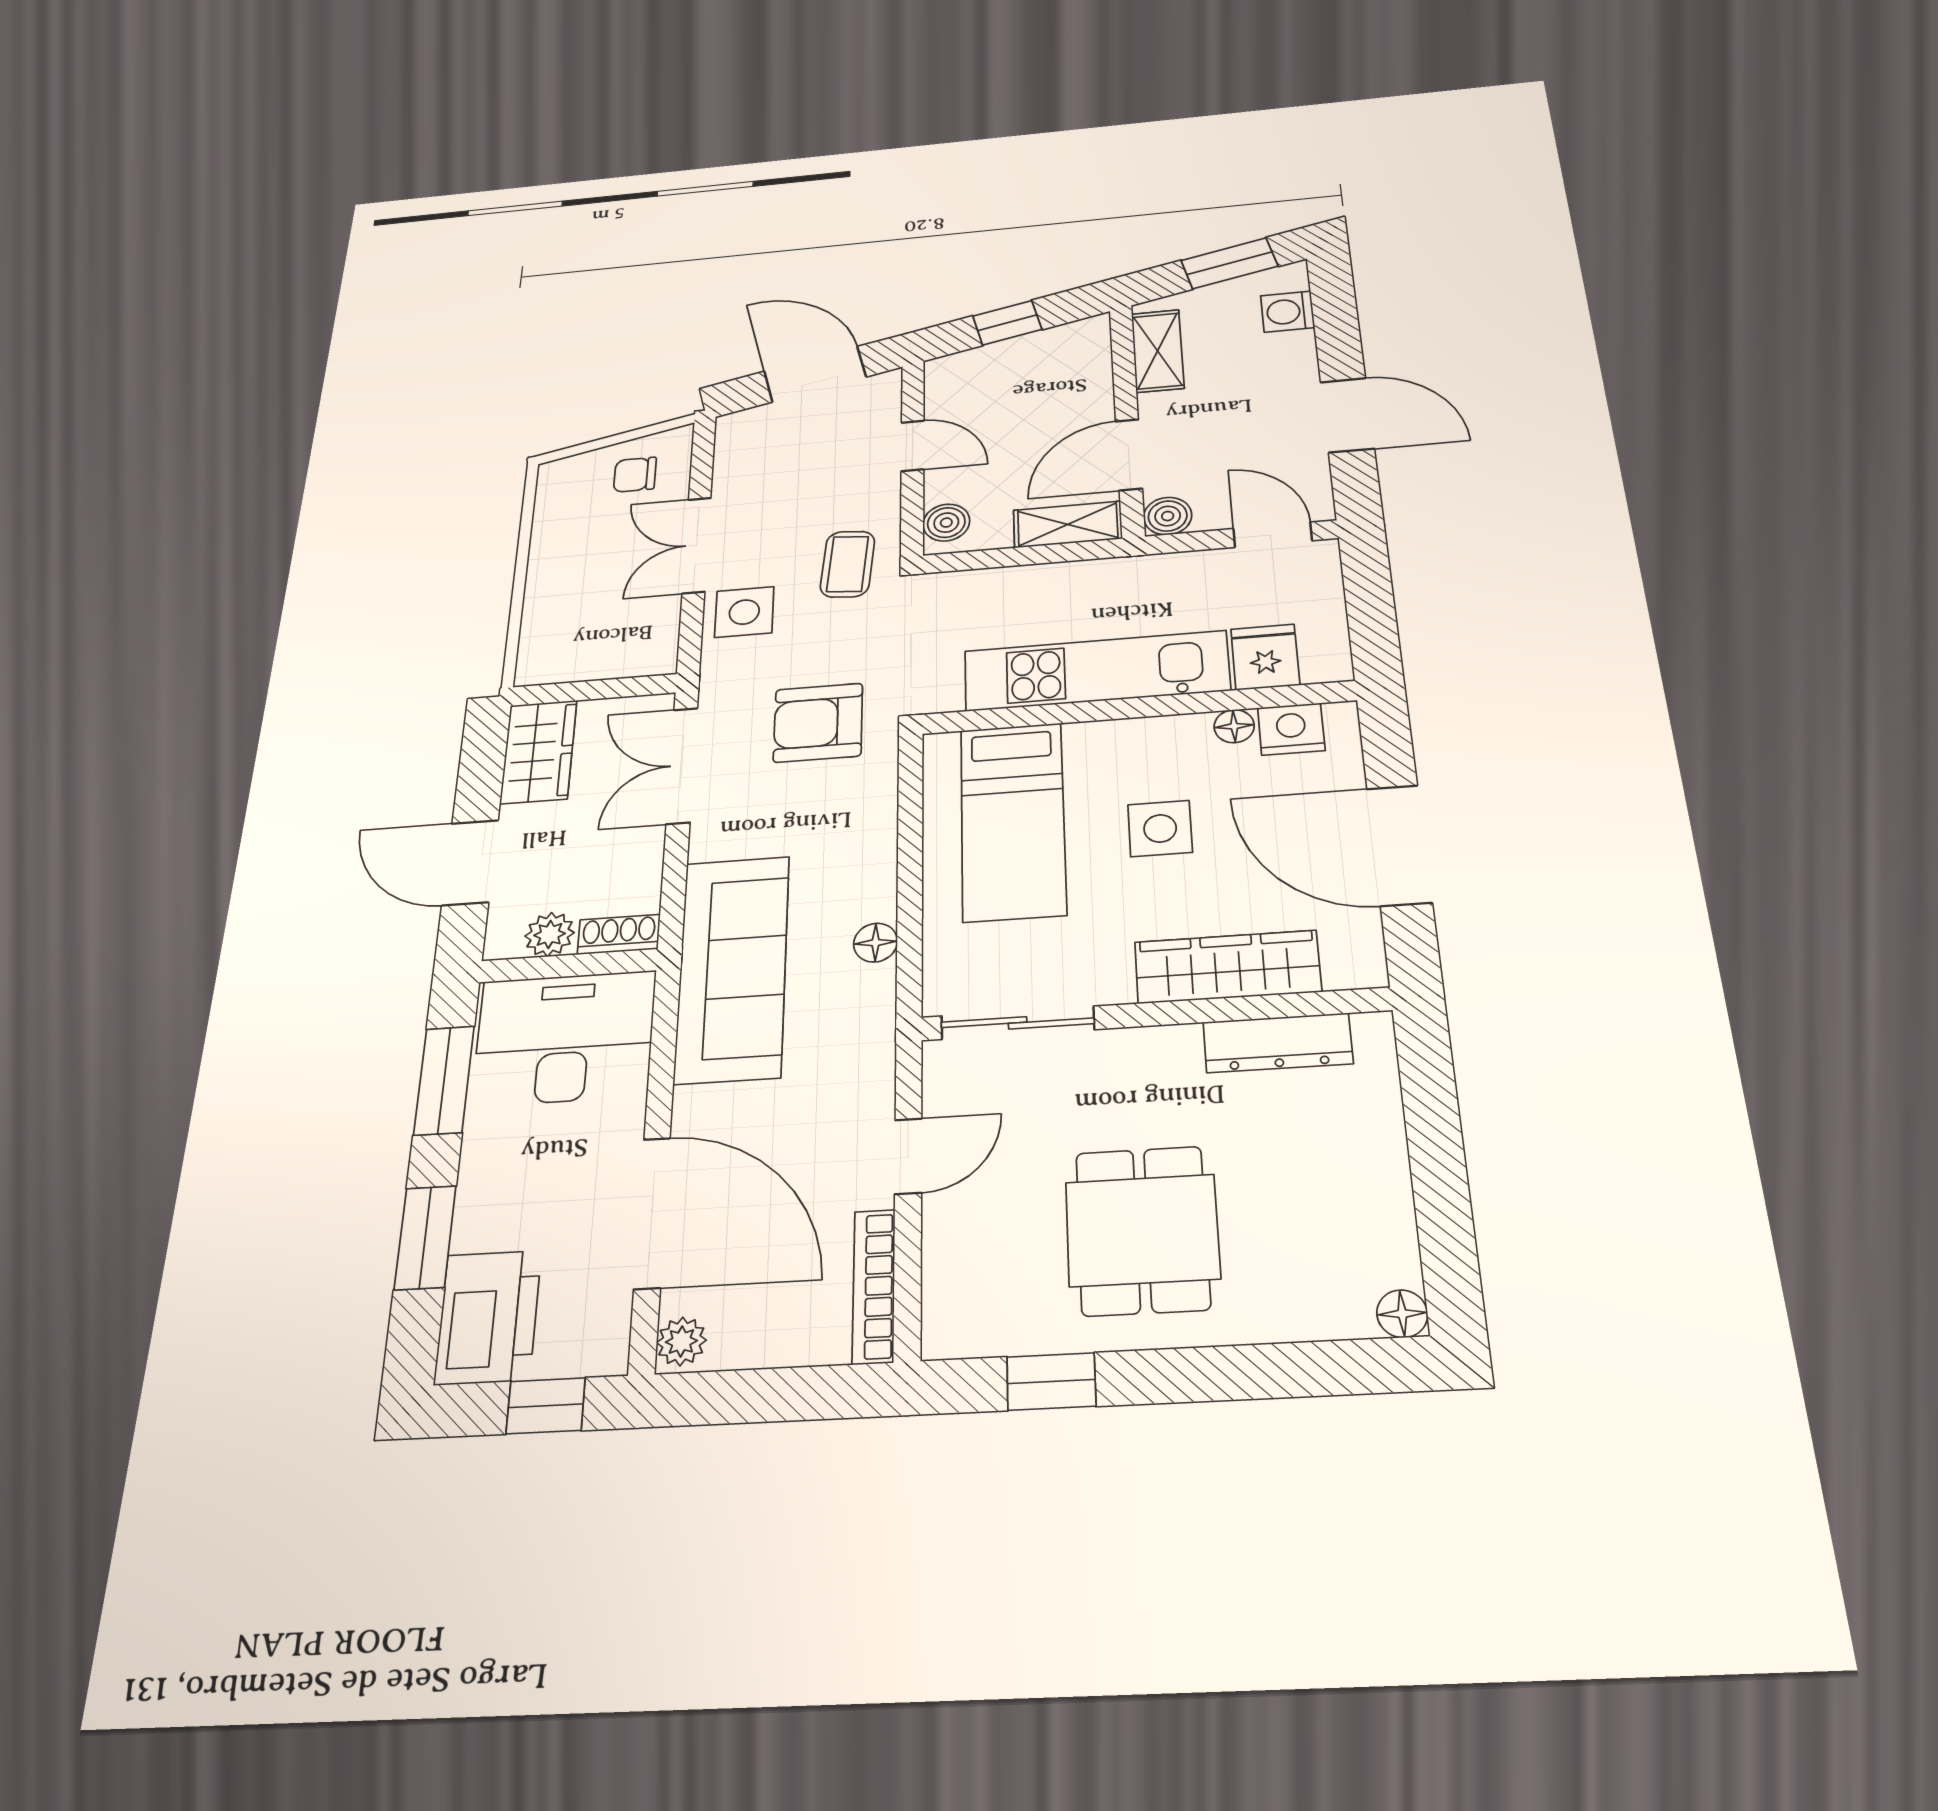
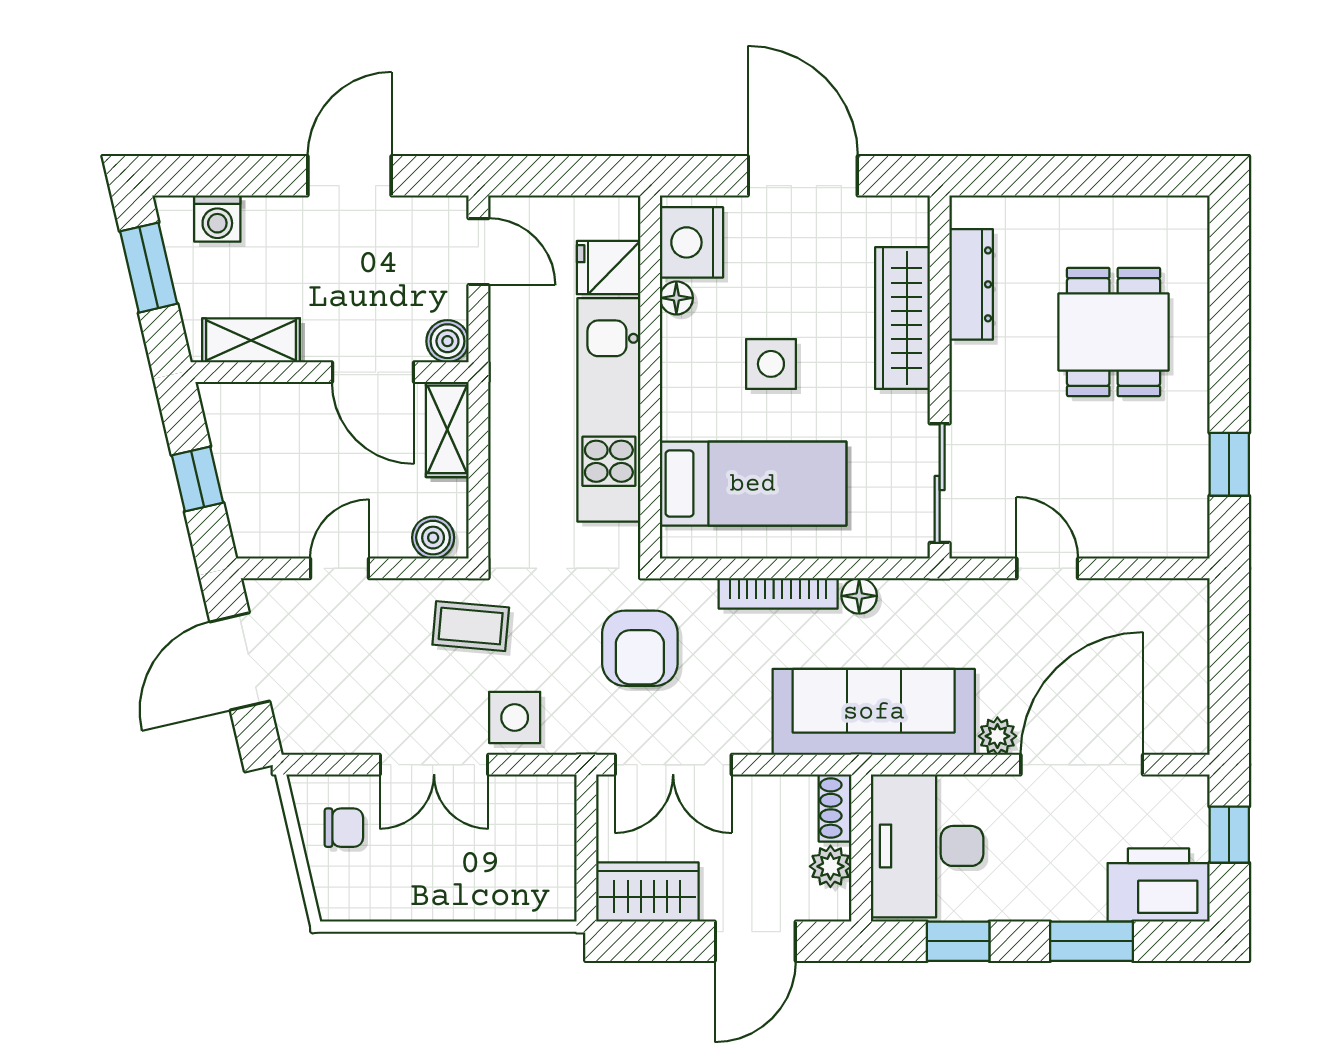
chair: (635, 475) -> (344, 828), turned -90
door: (1273, 535) -> (478, 252), swing flipped
nightstand: (1291, 729) -> (691, 242), width x1.36, depth x1.33
door: (1399, 845) -> (803, 176), swing flipped
window: (444, 1080) -> (958, 941), width x0.67
dining table: (1142, 1230) -> (1114, 332), moved, turned 90
bookcase: (874, 1286) -> (778, 593), moved
floor lamp: (1402, 1314) -> (1192, 213), removed
plant: (681, 1341) -> (997, 736), moved

